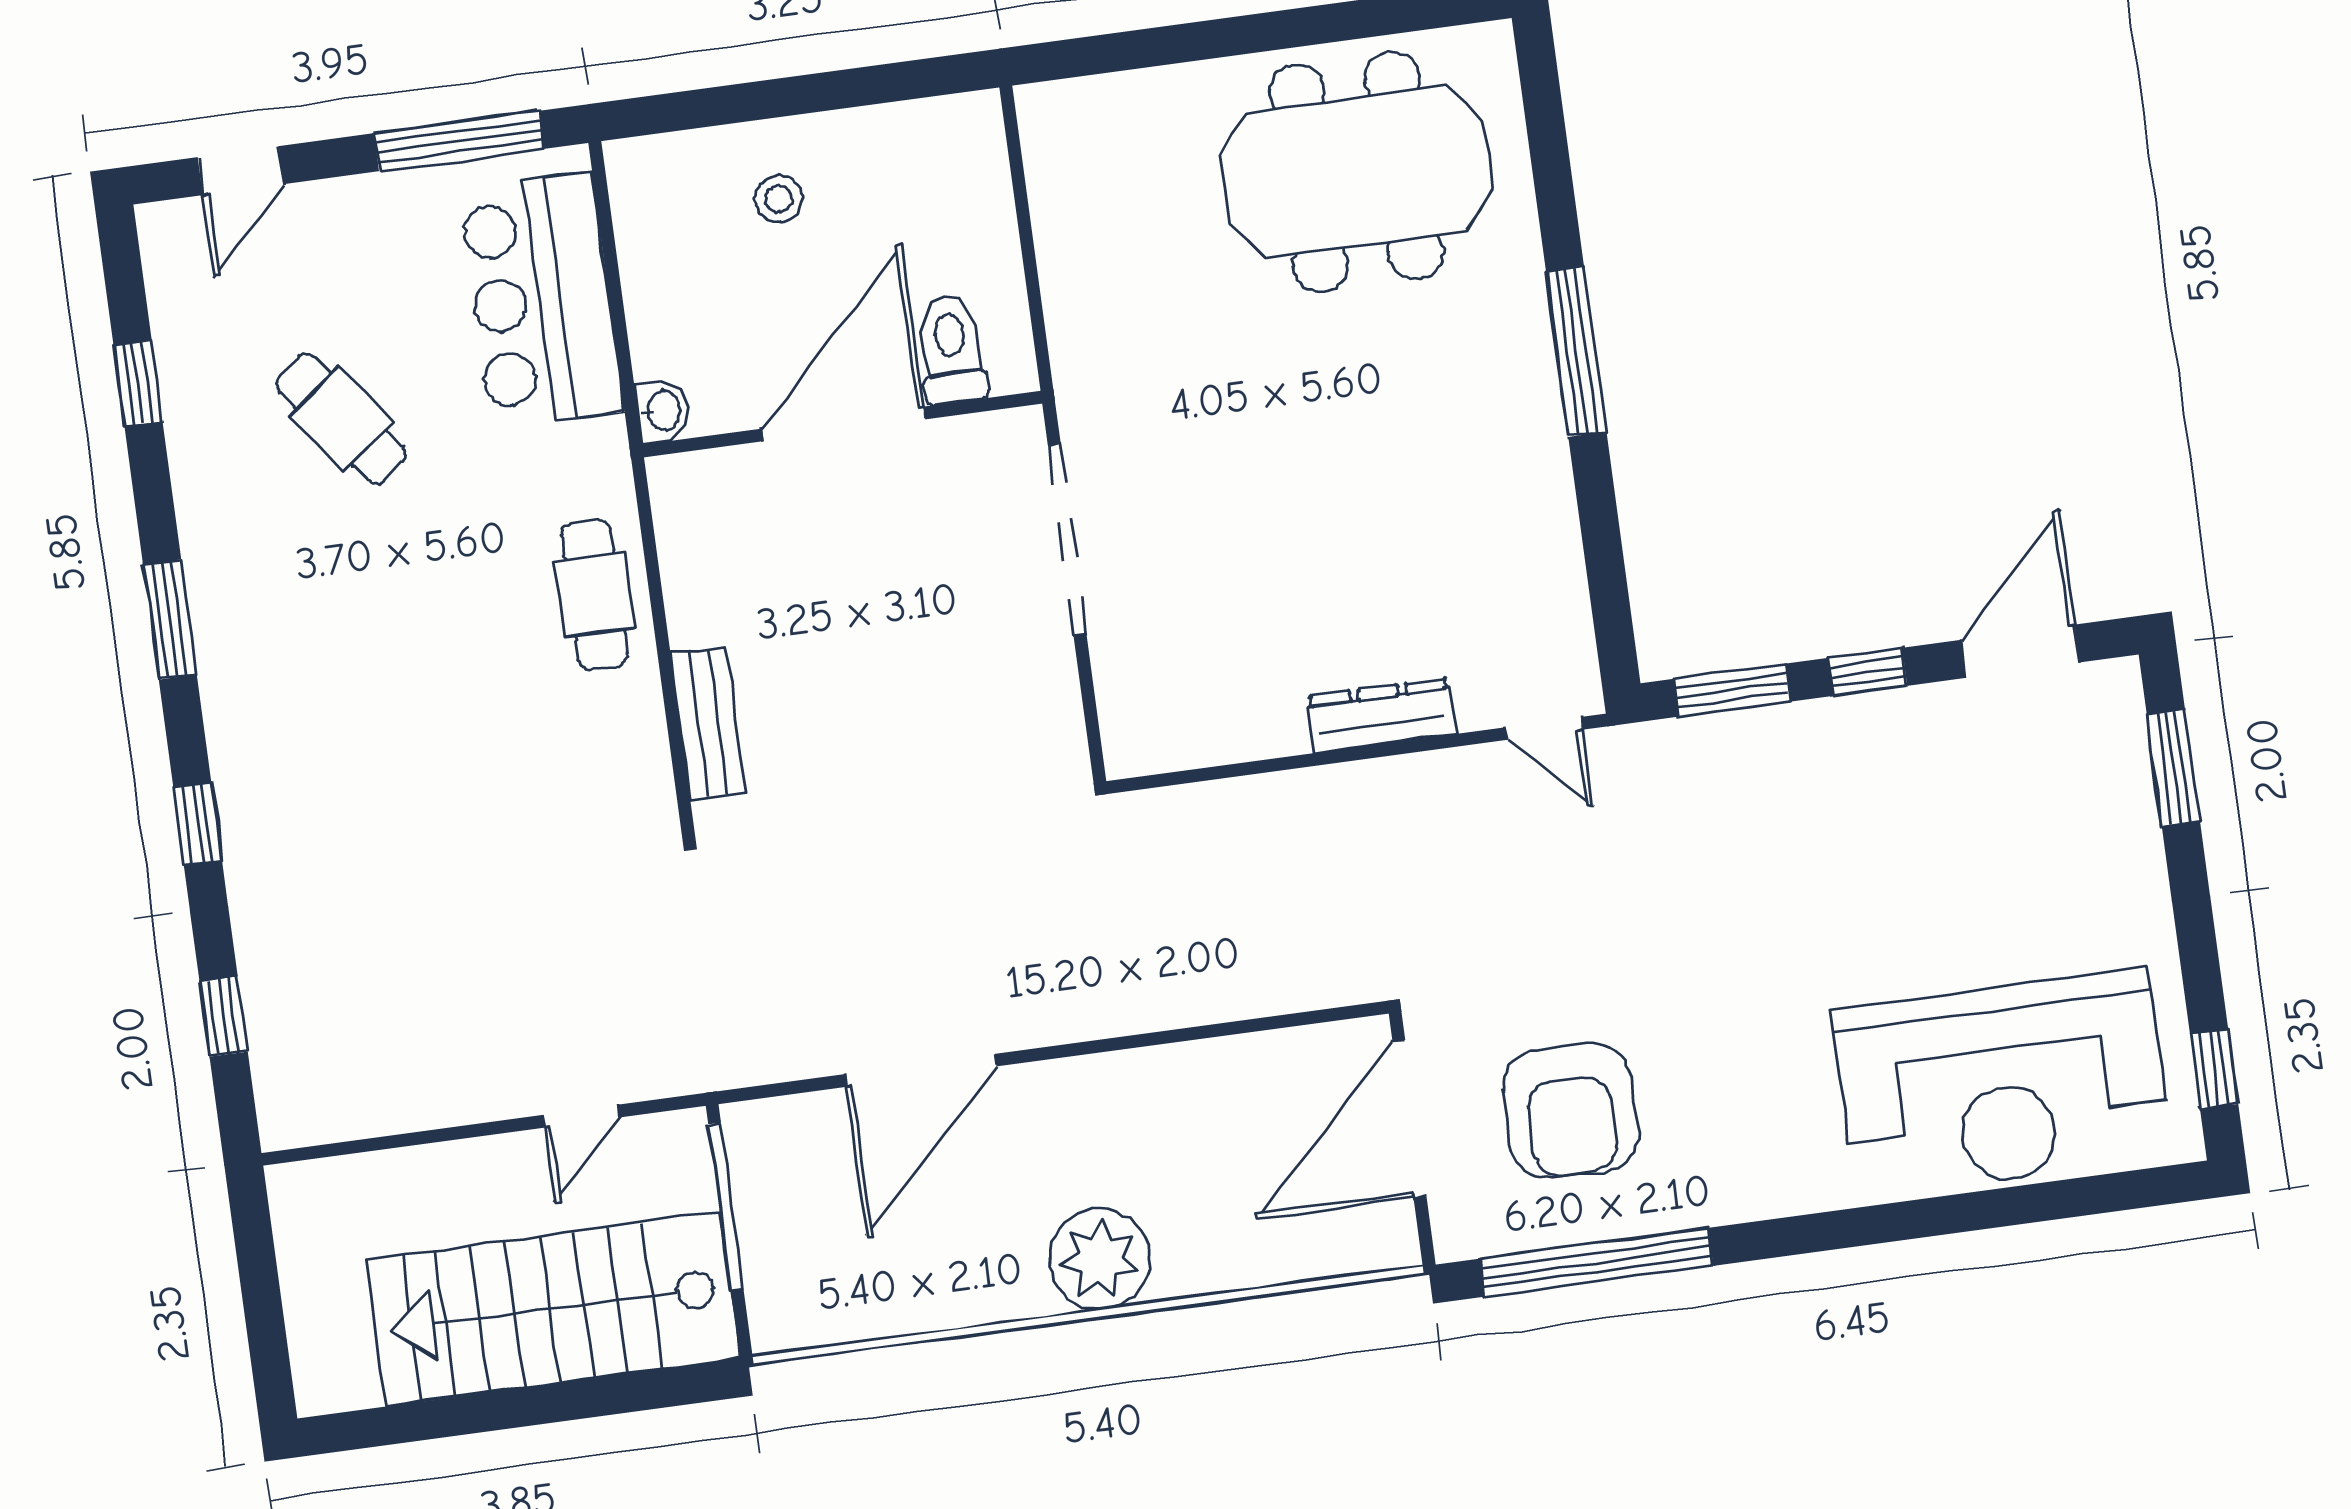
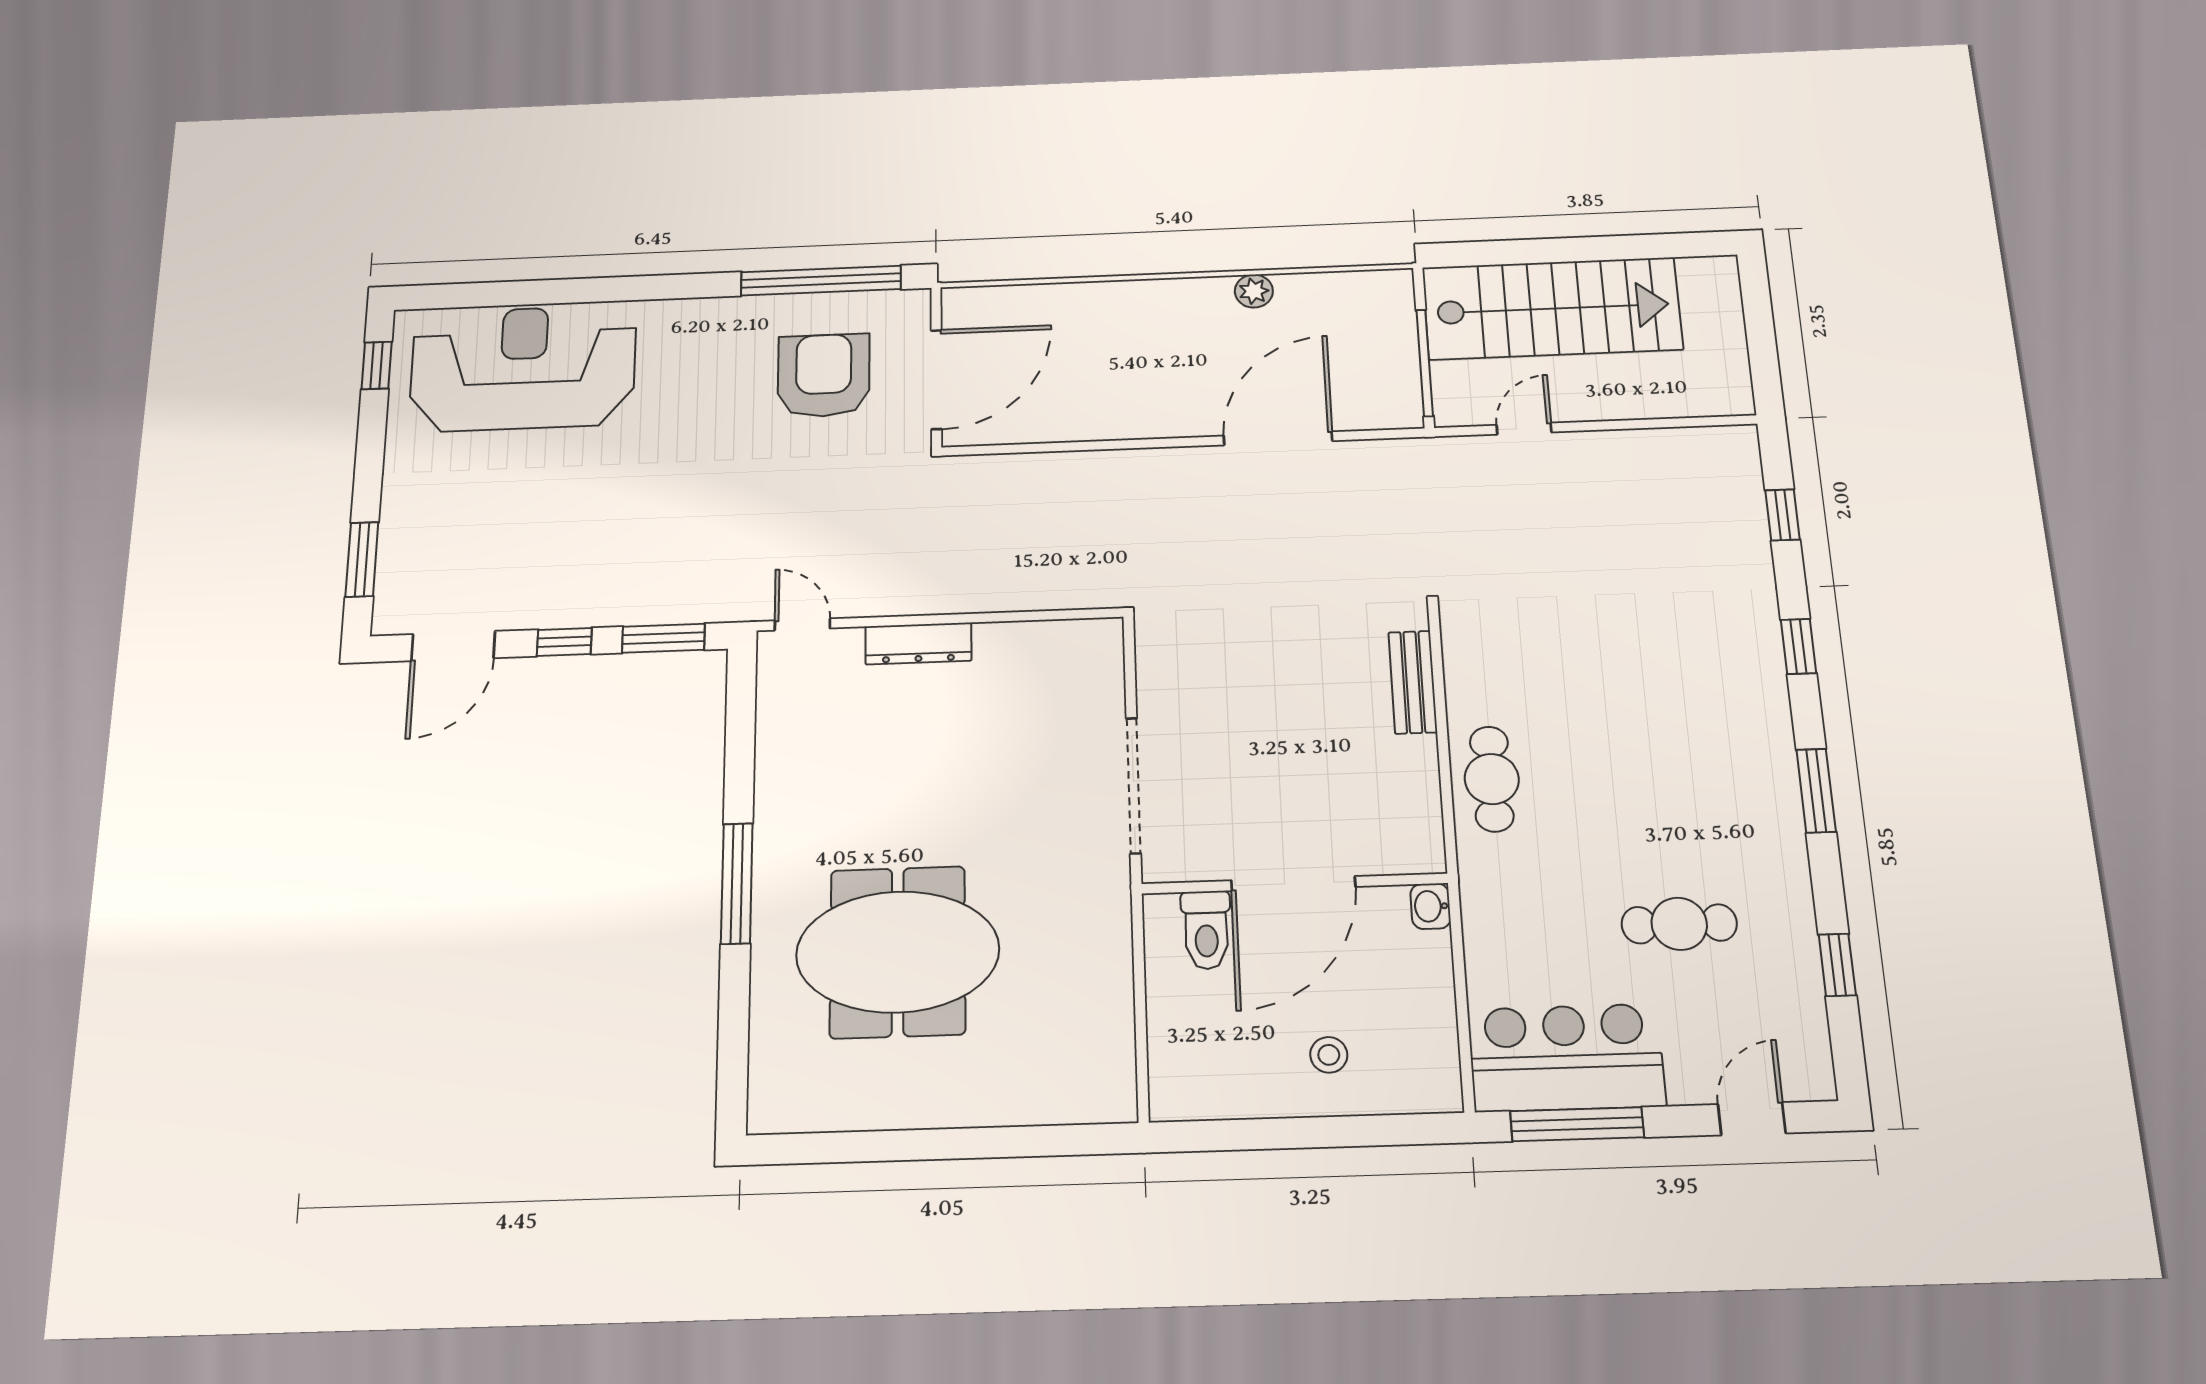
meeting table: (1356, 172) -> (898, 952), moved
bar counter: (542, 300) -> (1566, 1058), moved, turned -90
cafe table: (341, 419) -> (1679, 924), turned -53
plant: (1100, 1259) -> (1254, 291), moved, width x0.53, depth x0.53

